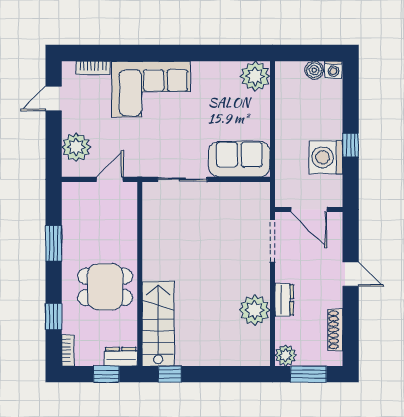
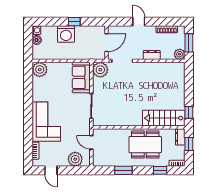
washing machine: (326, 157) -> (66, 34), moved
door: (351, 274) -> (139, 22), hinge flipped
dining table: (105, 287) -> (145, 145), width x1.38
plant: (255, 310) -> (100, 70), moved

